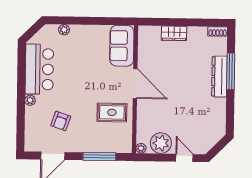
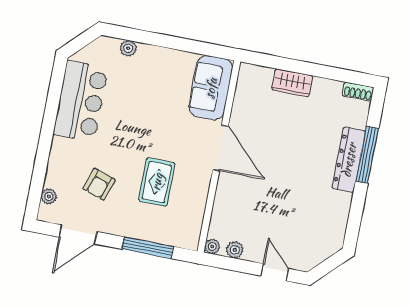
plant: (30, 100) -> (49, 196), moved
rug: (112, 112) -> (157, 182), moved, turned 90
plant: (161, 143) -> (235, 250), width x0.53, depth x0.53

